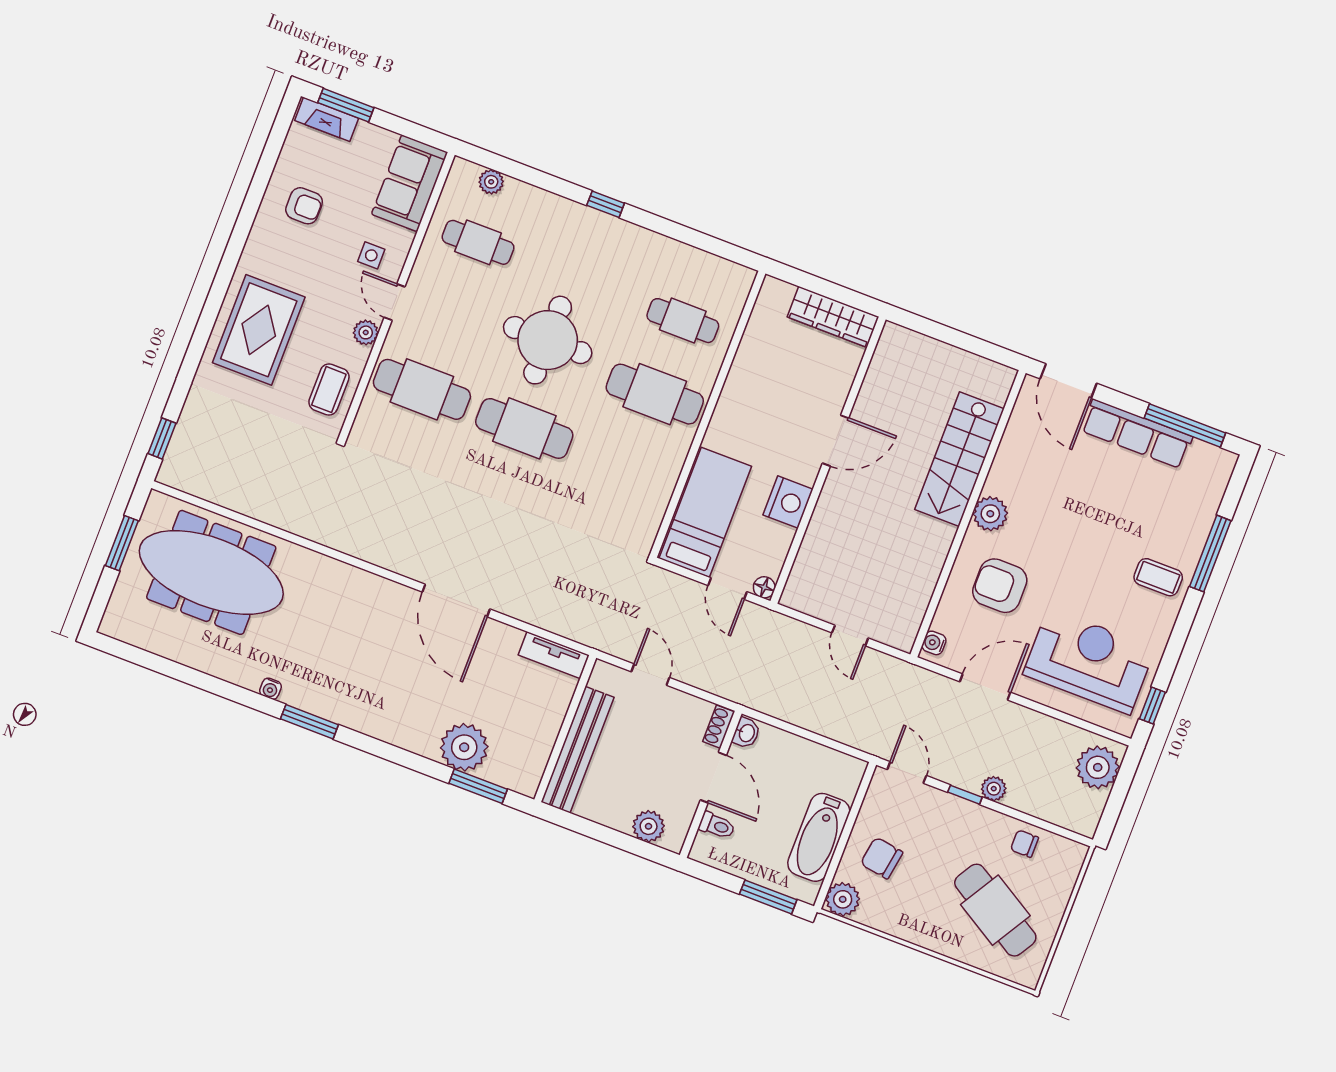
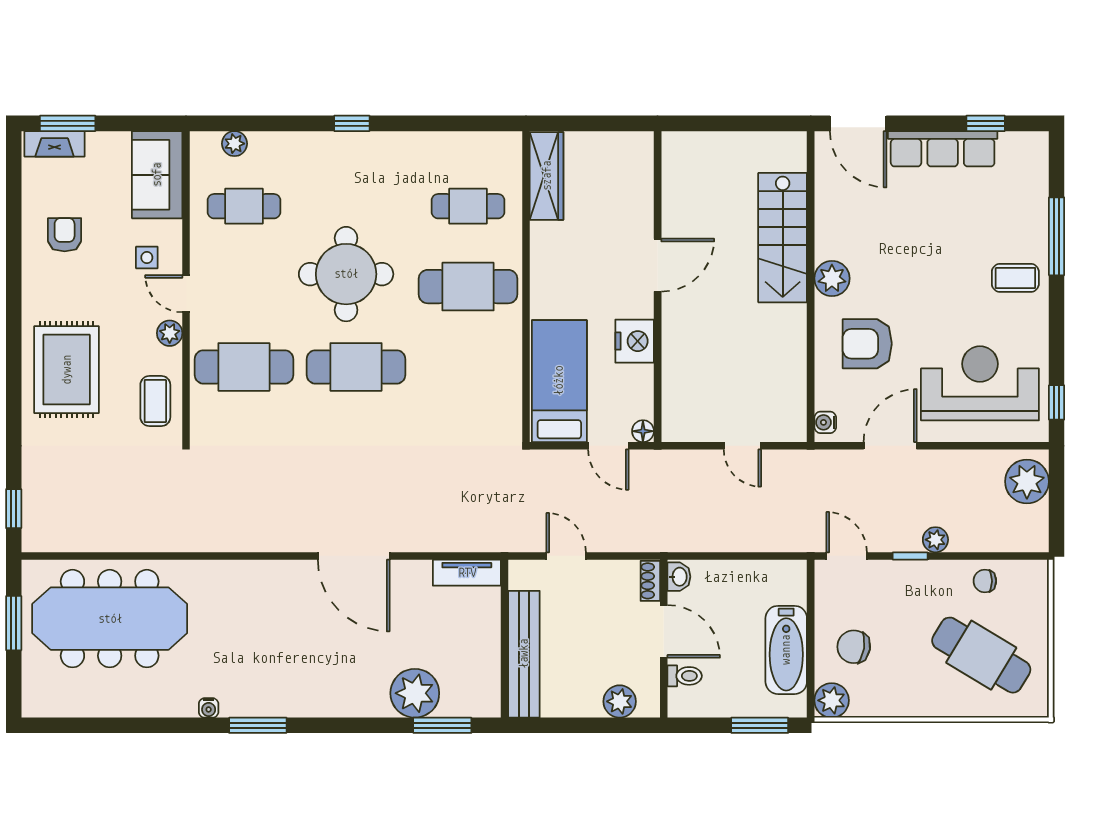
armchair: (304, 206) -> (65, 235), turned -90
wardrobe: (833, 317) -> (547, 176), moved, turned -90
window: (1185, 426) -> (986, 123), width x0.46

